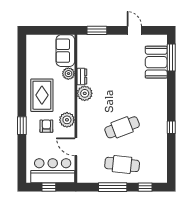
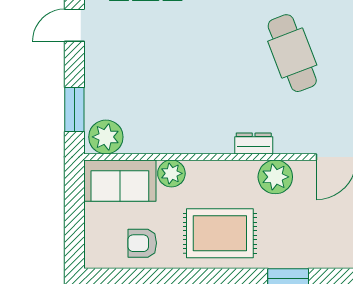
dresser: (82, 77) -> (254, 143), moved
plant: (85, 93) -> (106, 137), moved
armchair: (46, 126) -> (142, 243), moved

